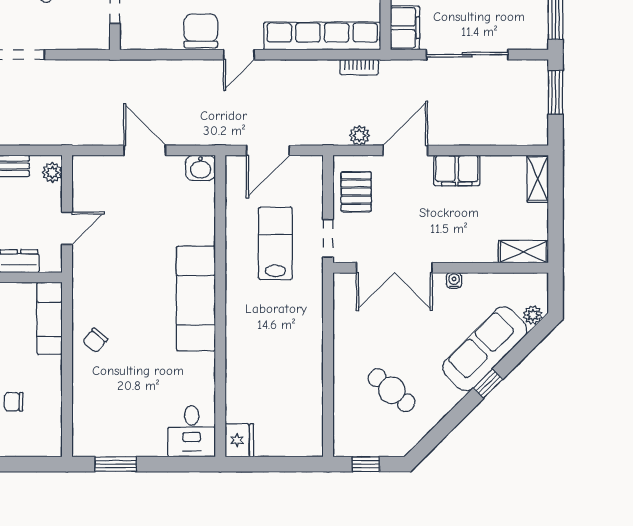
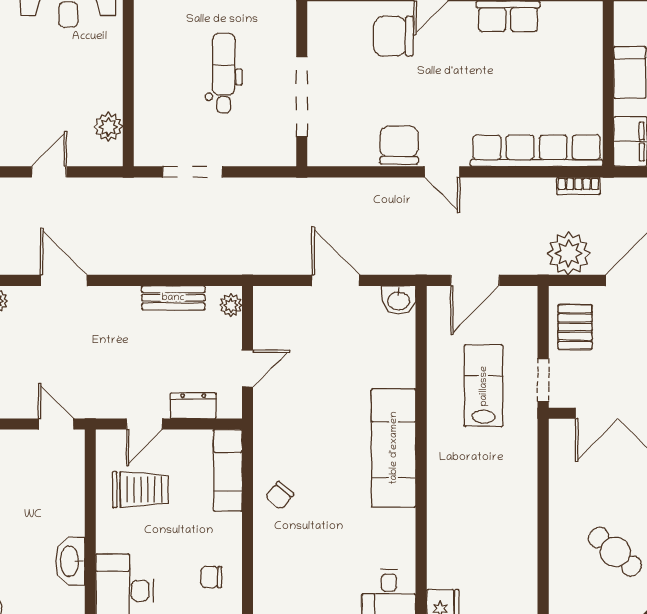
door: (239, 55) -> (442, 172), hinge flipped
plant: (359, 136) -> (569, 254), width x1.88, depth x1.88
chair: (14, 402) -> (211, 577), moved

